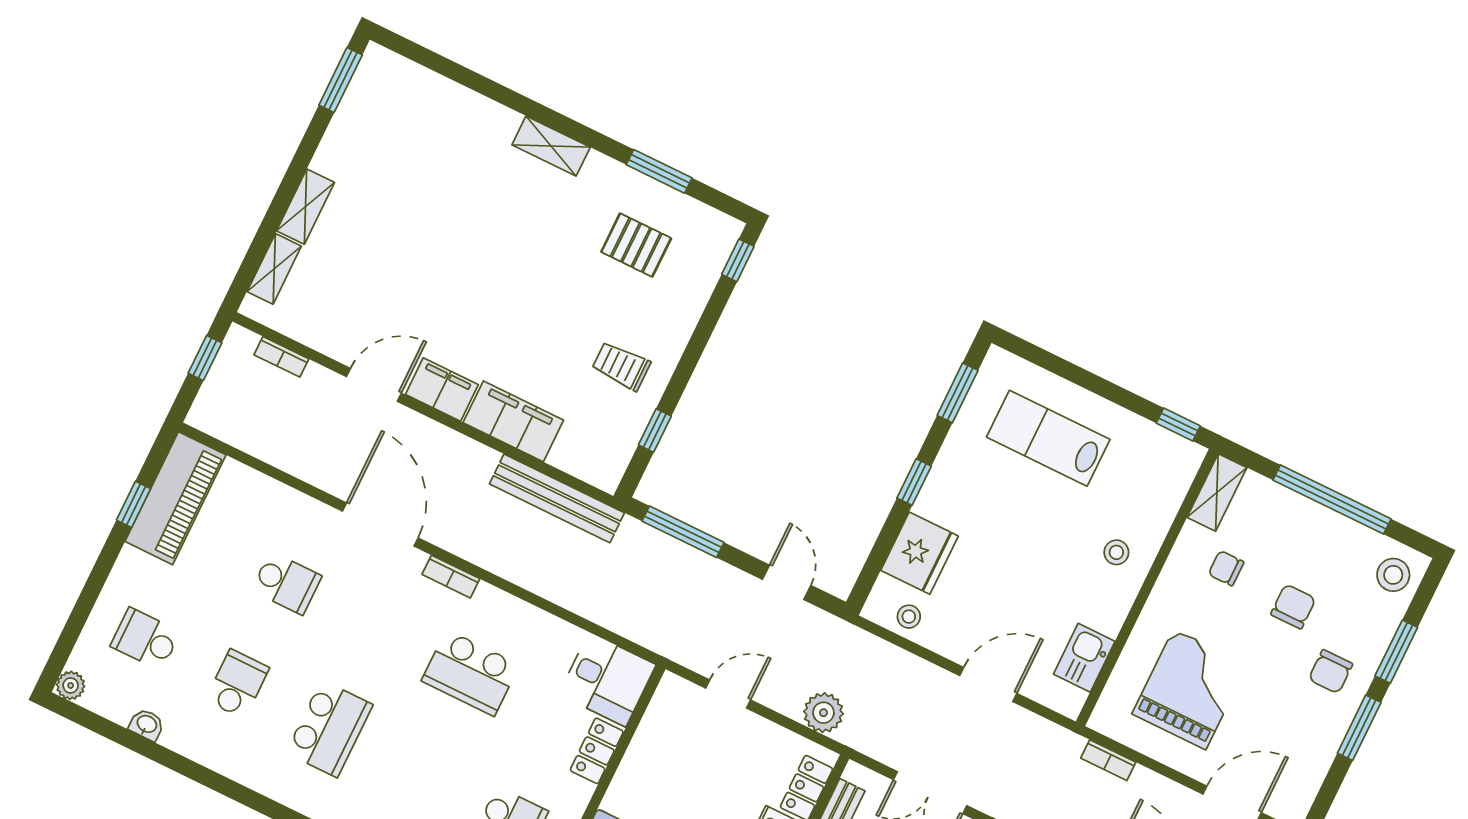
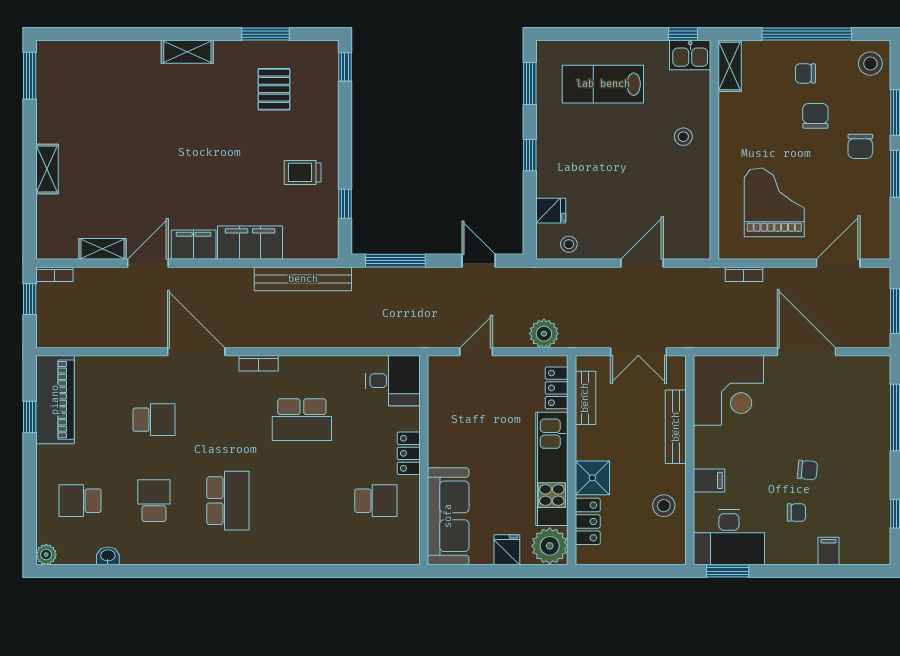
pallet: (636, 245) -> (274, 89), turned 90
shelving: (274, 269) -> (102, 249), moved, turned 90
bookcase: (281, 357) -> (54, 274), moved
fridge: (920, 553) -> (551, 211), width x0.53, depth x0.75
chair: (1226, 568) -> (805, 73), moved
kitchen sink: (1084, 658) -> (690, 55), moved, turned -90
locker: (597, 751) -> (409, 453), moved

